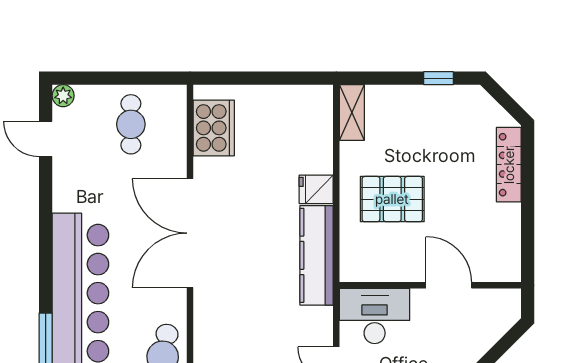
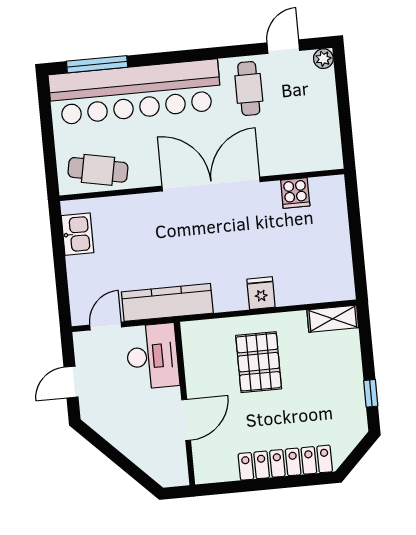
cafe table: (131, 124) -> (249, 88), moved, turned 90
cooker: (214, 128) -> (295, 193), width x0.53, depth x0.76
locker: (509, 165) -> (285, 463), width x1.41, depth x1.21
kitchen counter: (317, 255) -> (167, 302), moved

